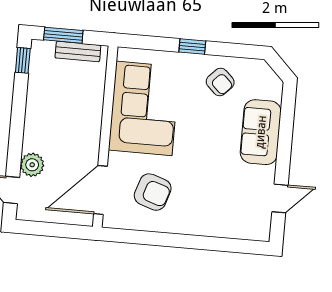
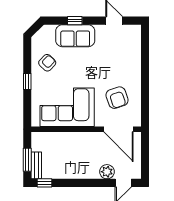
bench: (78, 52) -> (36, 165), moved
window: (286, 133) -> (75, 21), added
armchair: (153, 192) -> (117, 98), turned 143

